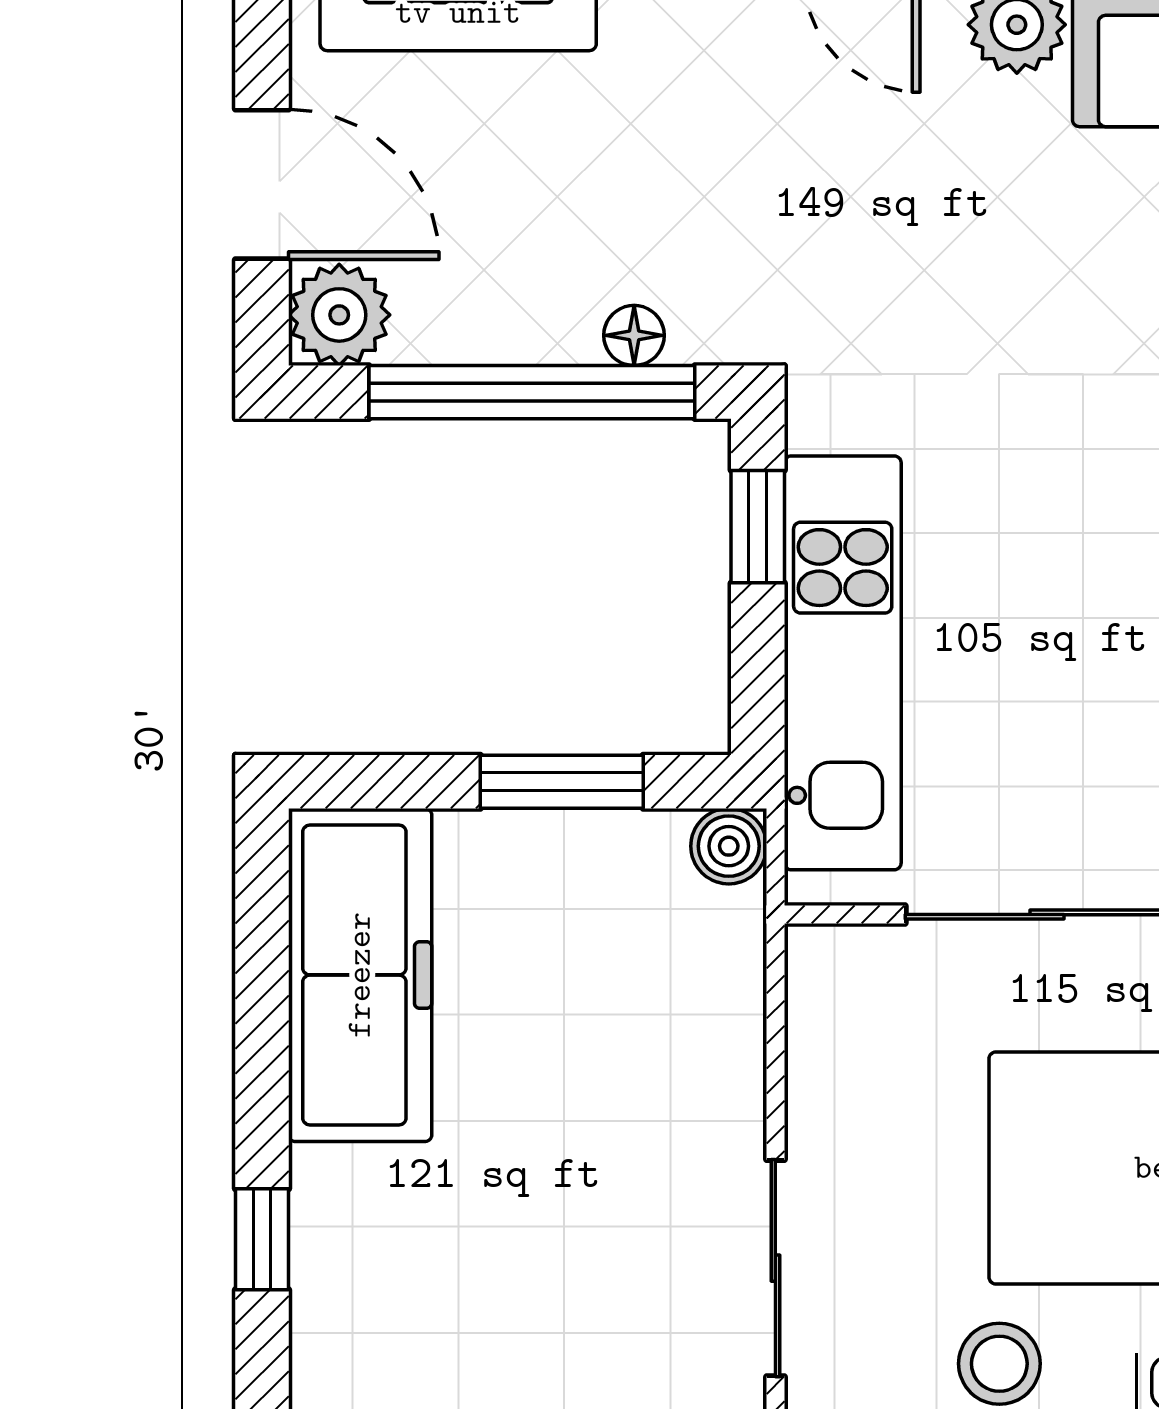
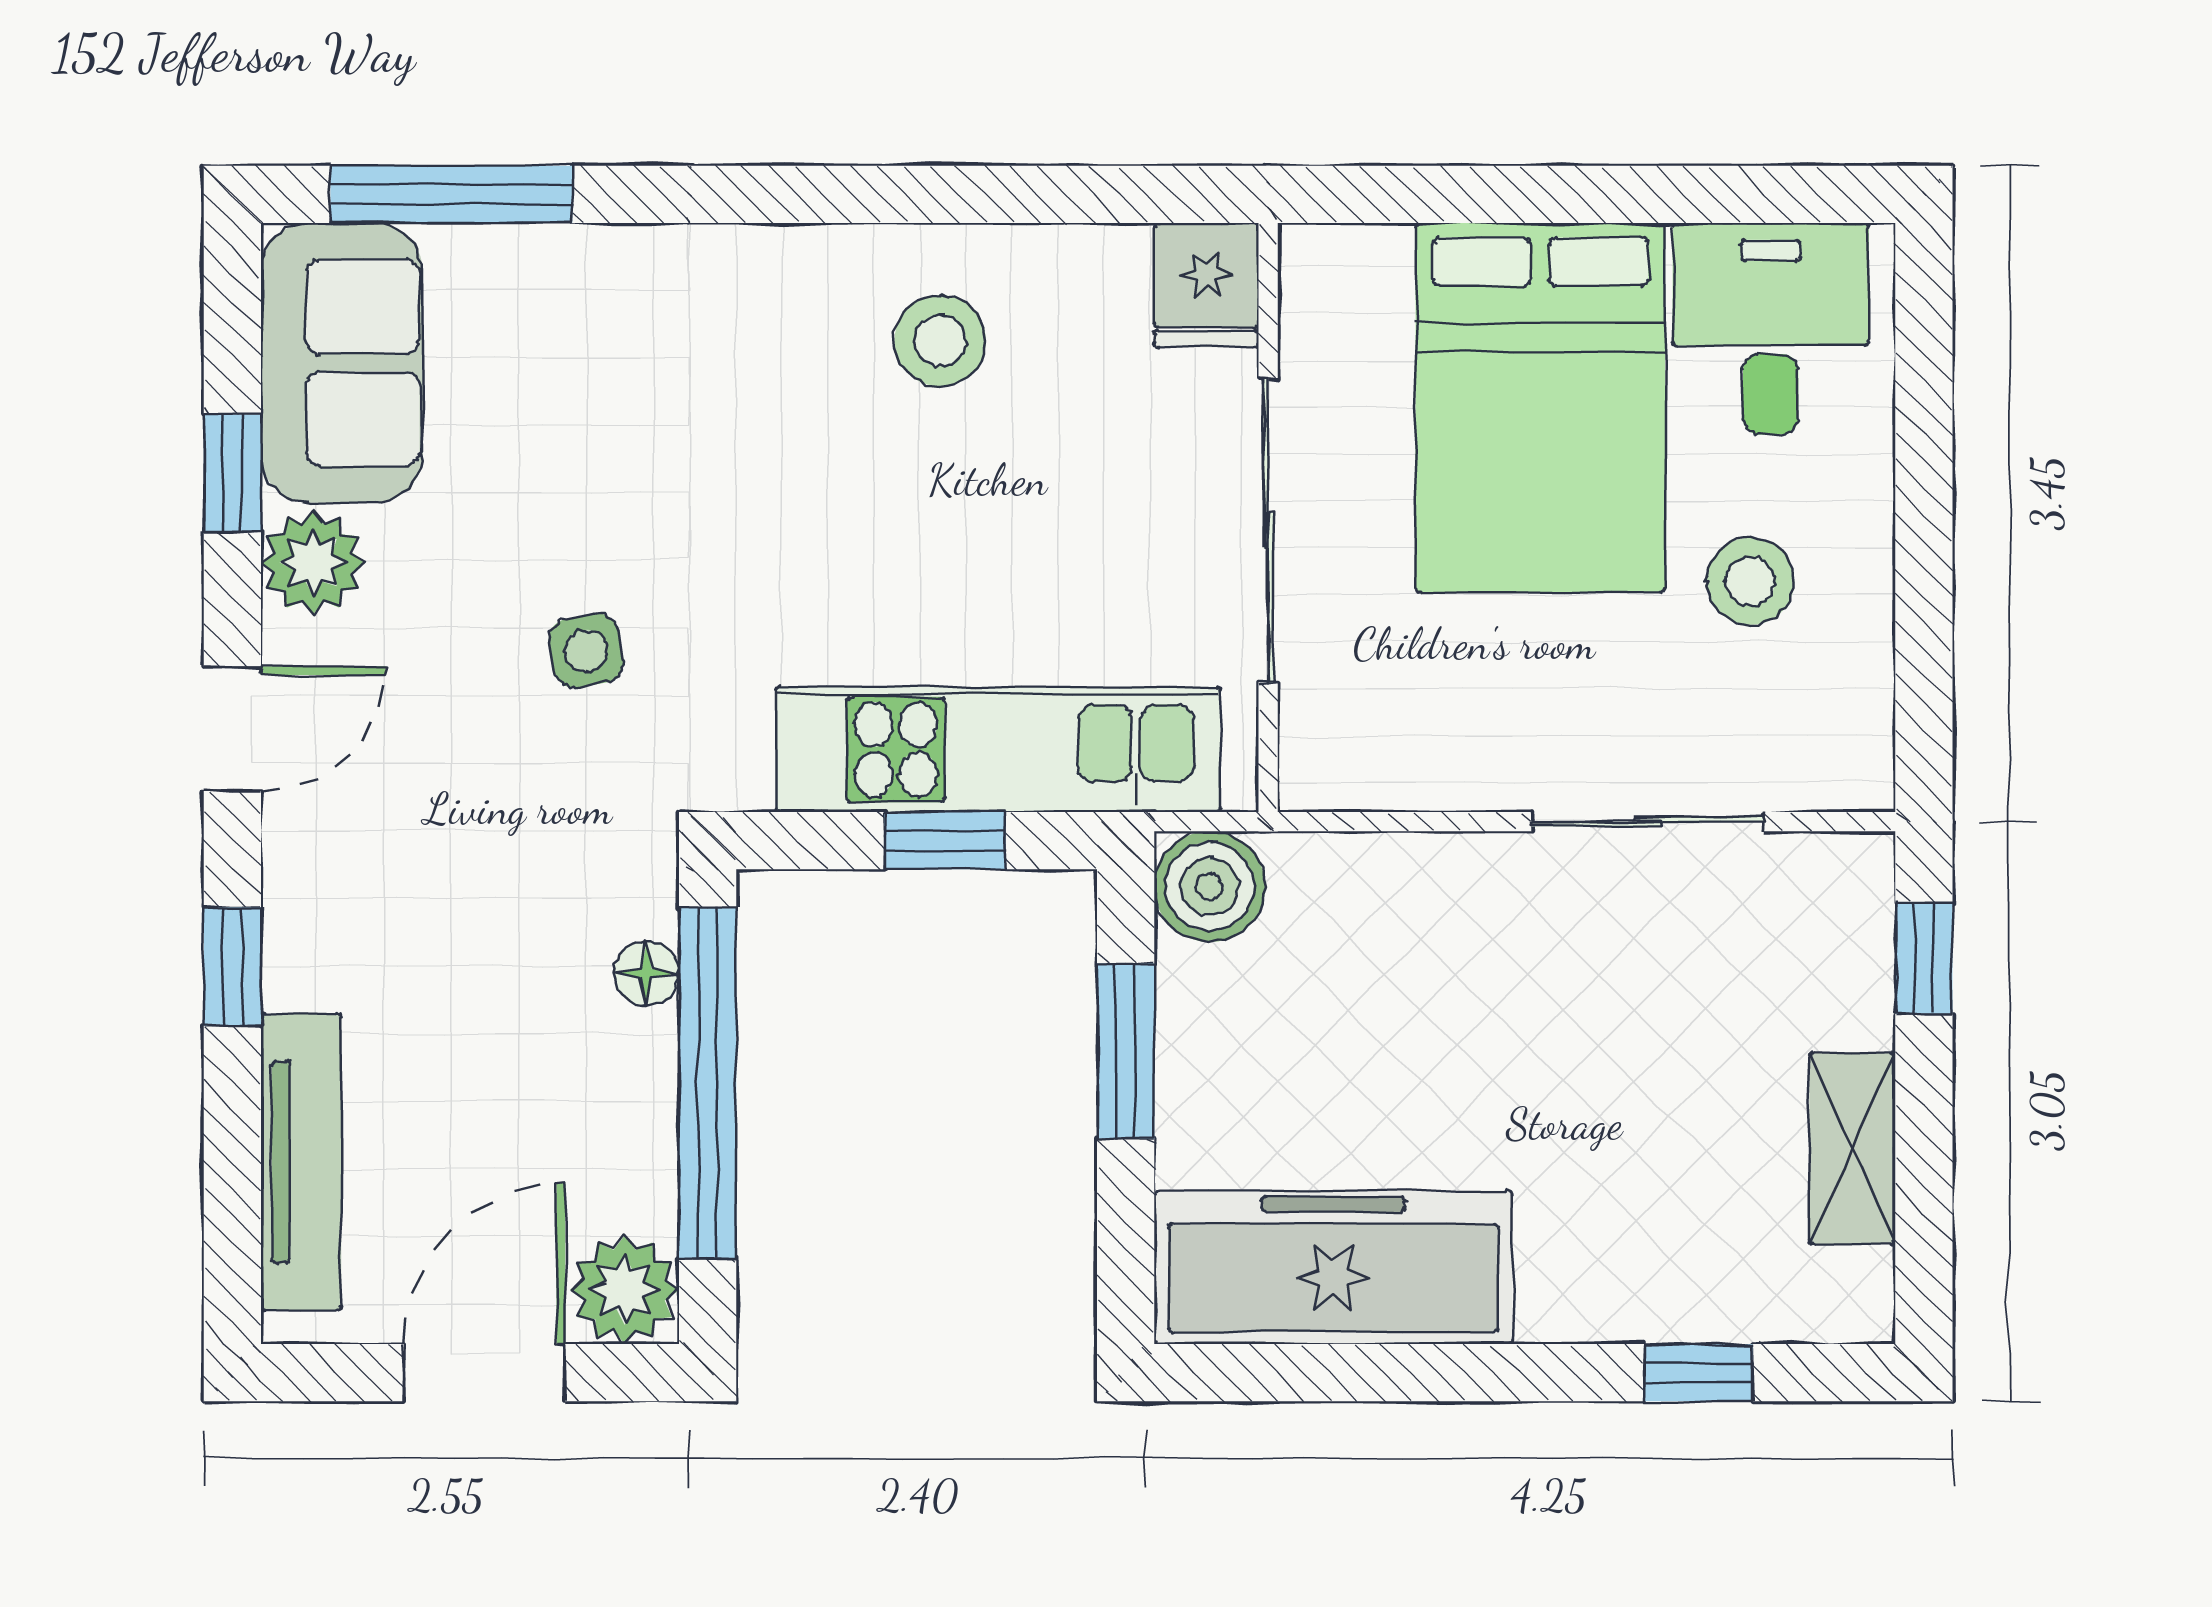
side table: (935, 279) -> (586, 651), added
window: (758, 527) -> (945, 841), moved
boiler: (729, 846) -> (1210, 887), width x1.36, depth x1.36
window: (262, 1239) -> (1698, 1373), moved

